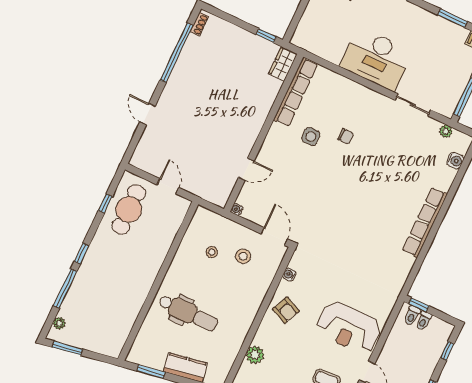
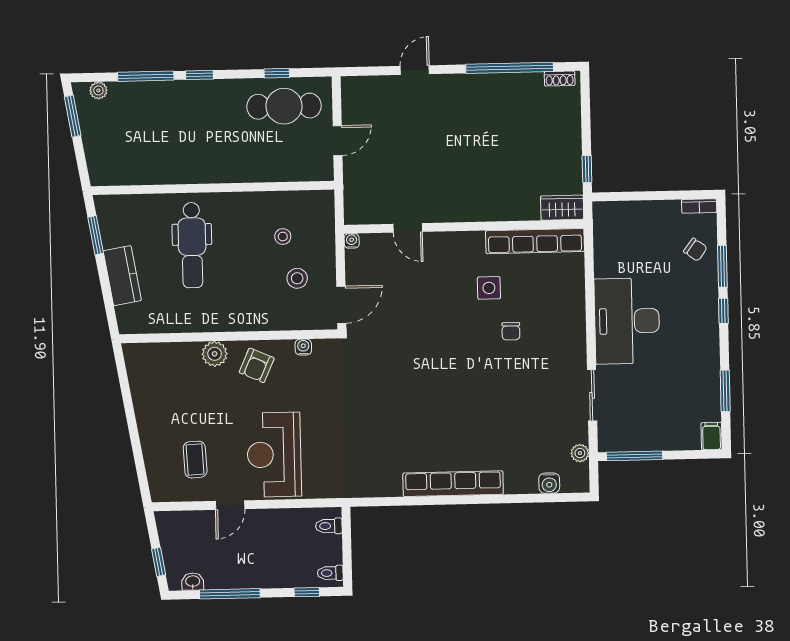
window: (419, 305) -> (346, 528), removed
toilet: (424, 321) -> (330, 573), moved
plant: (255, 355) -> (215, 354), moved

